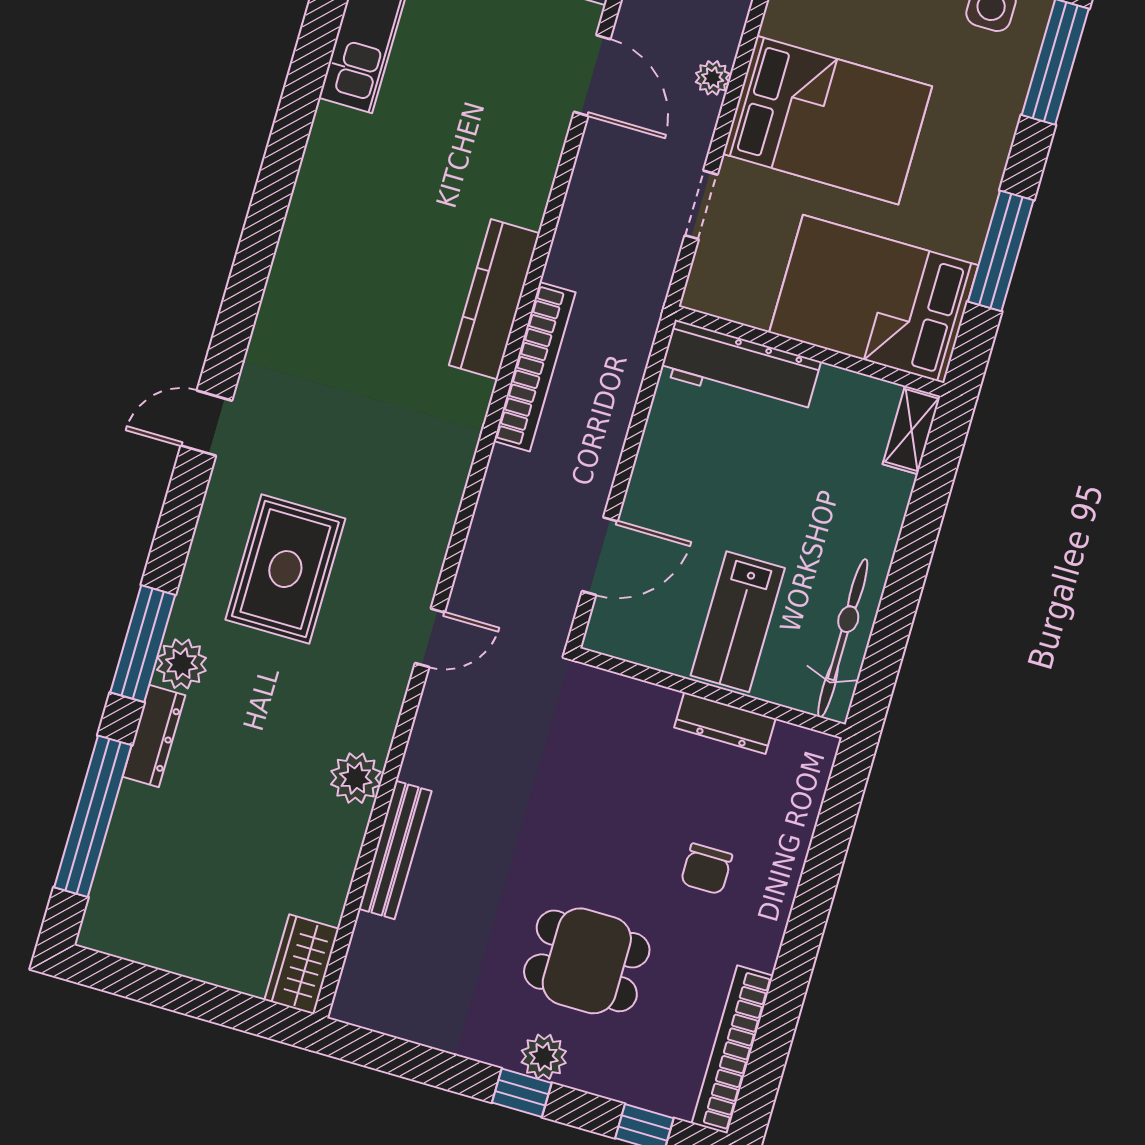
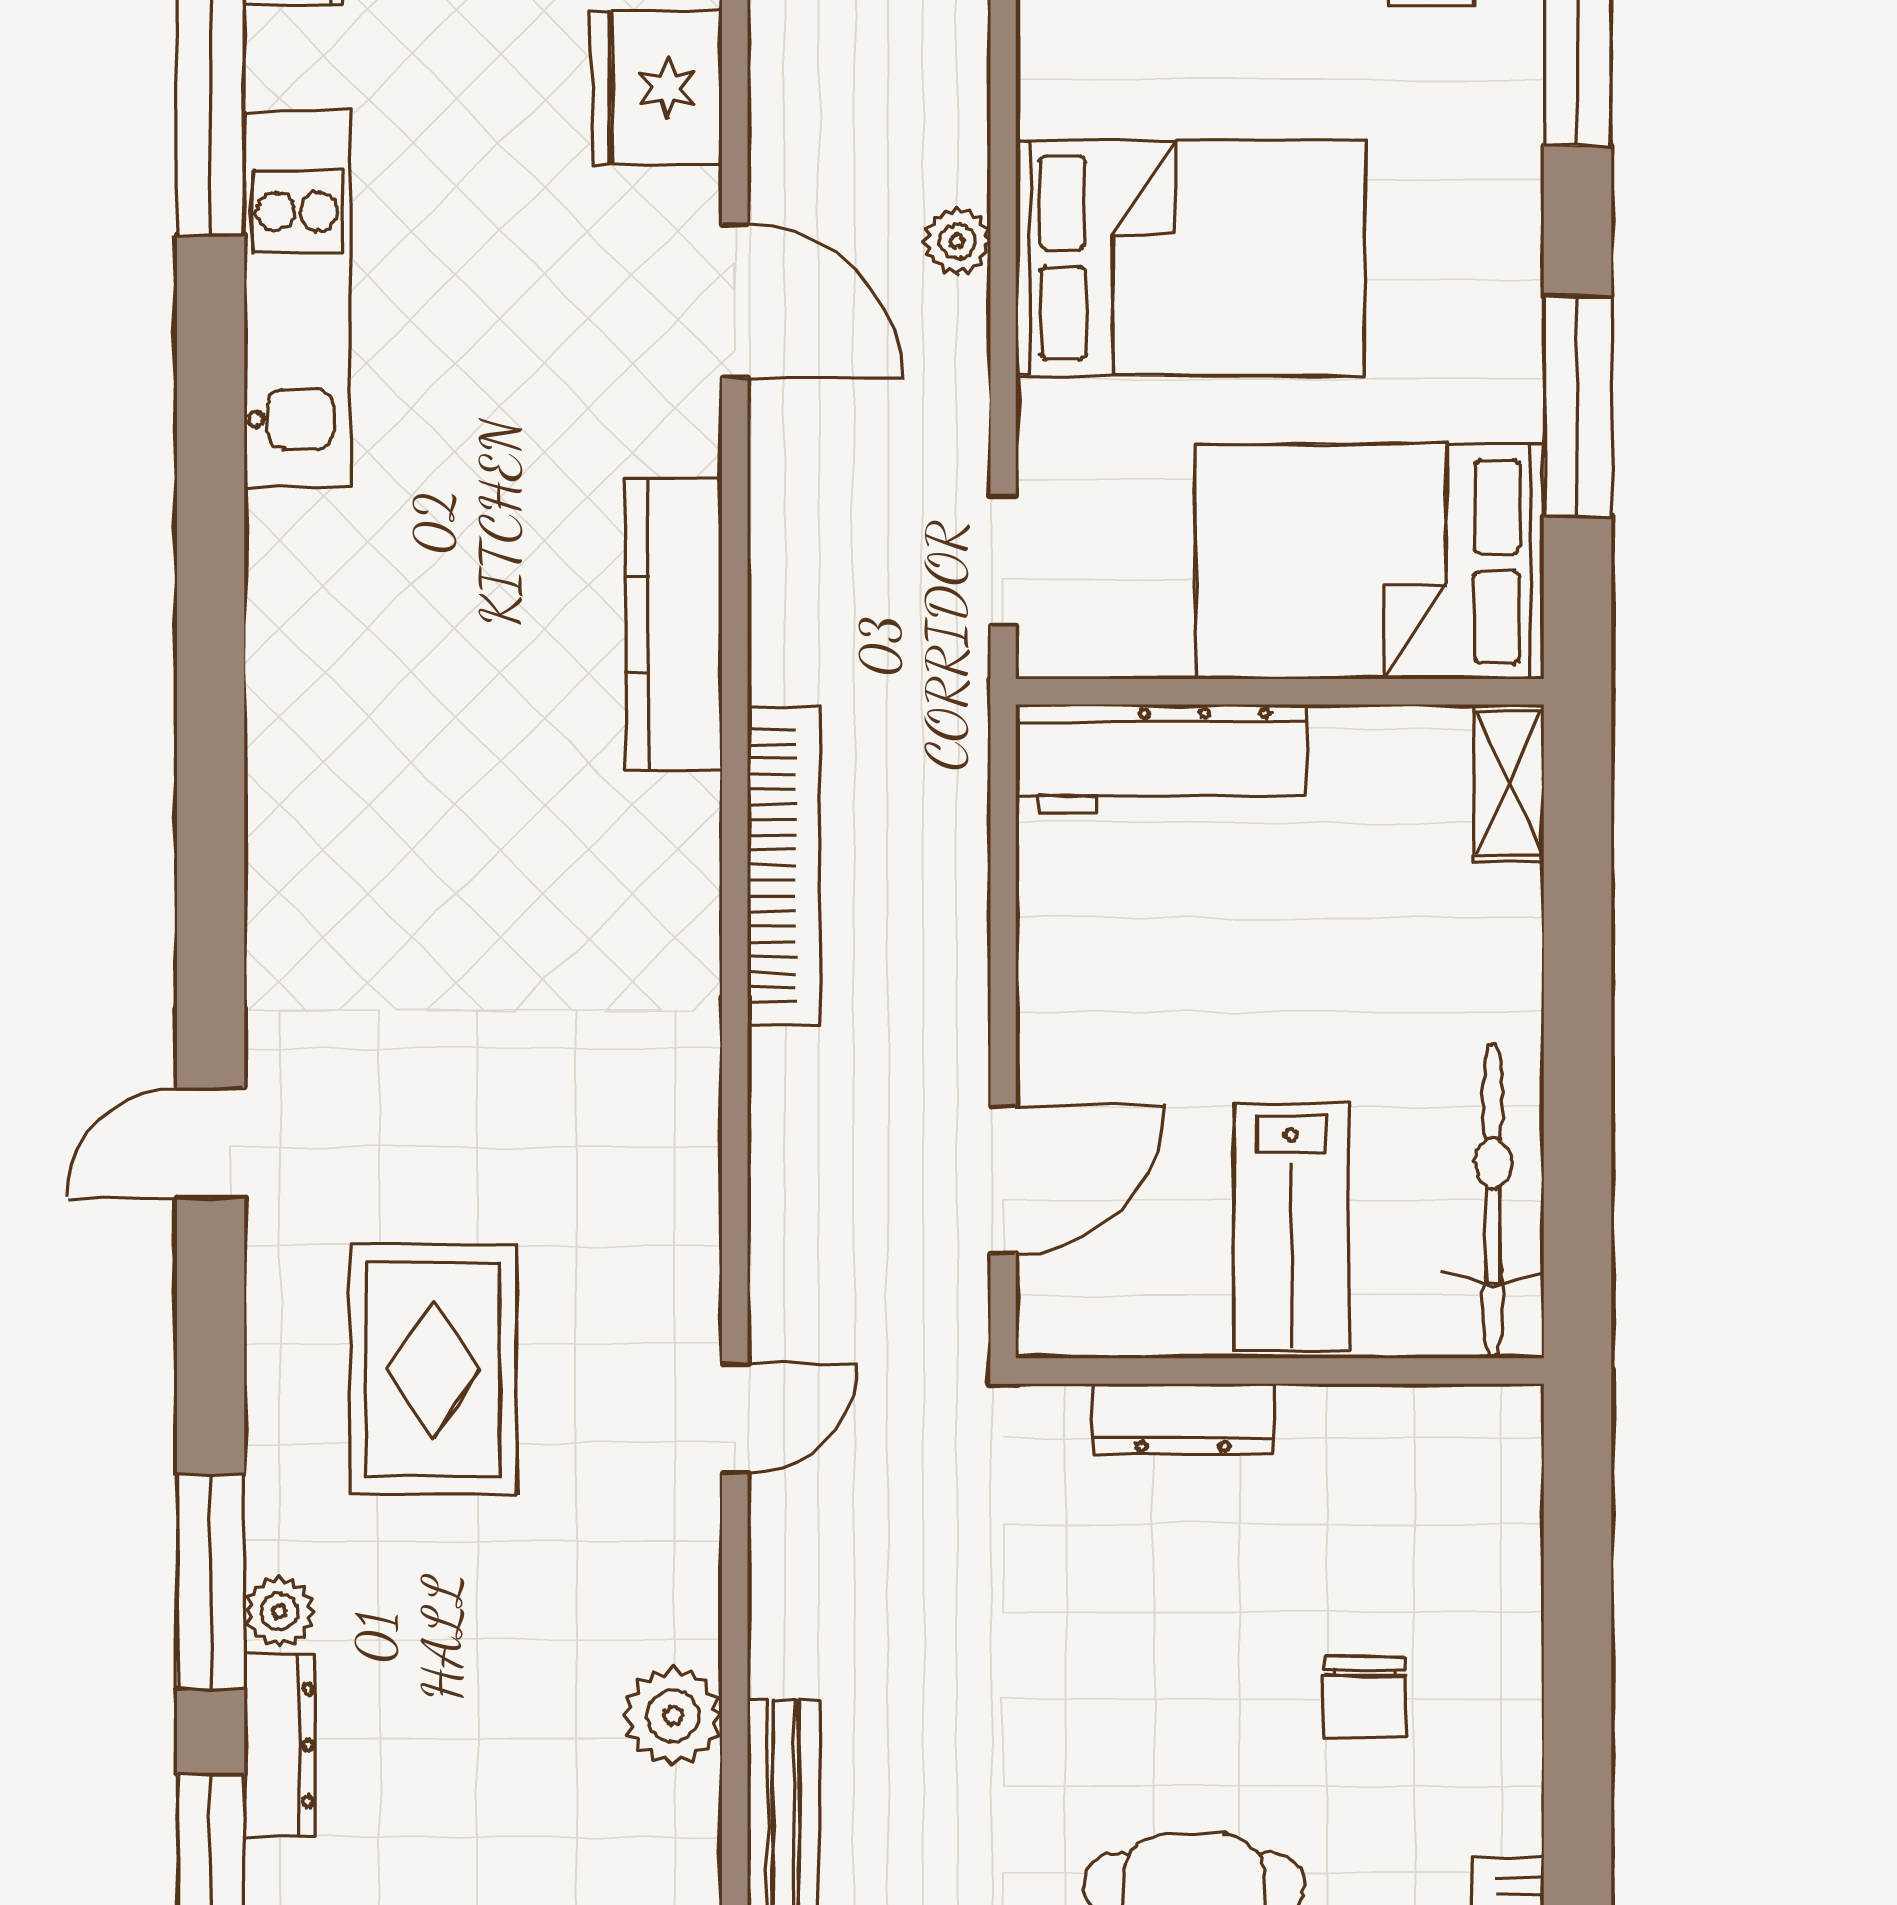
doorway: (701, 205) -> (1003, 561), moved
kitchen counter: (494, 299) -> (674, 624), moved
plant: (182, 664) -> (280, 1612), width x0.73, depth x0.73
dresser: (725, 723) -> (1183, 1419), moved

